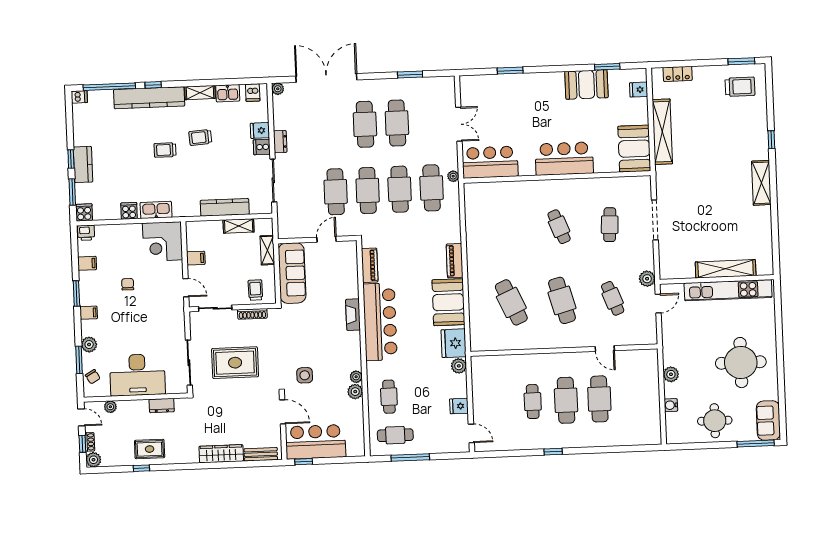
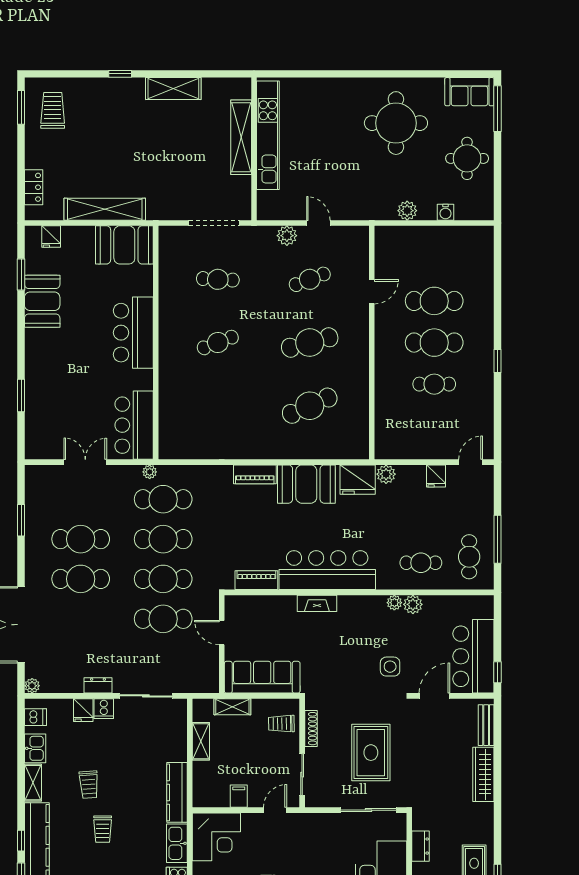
kitchen counter: (225, 207) -> (177, 792), moved
shelving: (726, 269) -> (241, 137), moved
wall: (717, 279) -> (254, 149), moved
kitchen unit: (728, 290) -> (268, 135), moved

